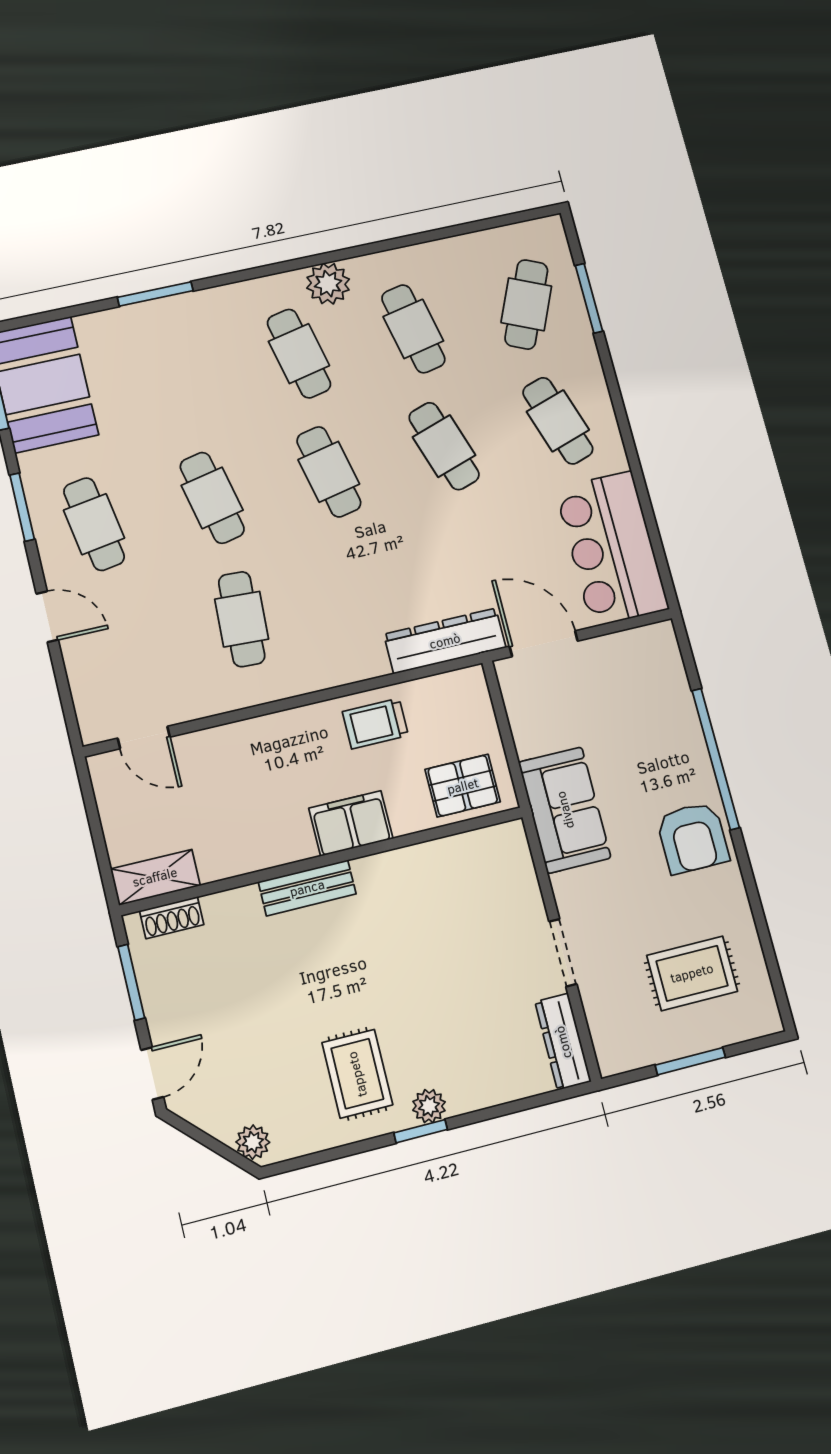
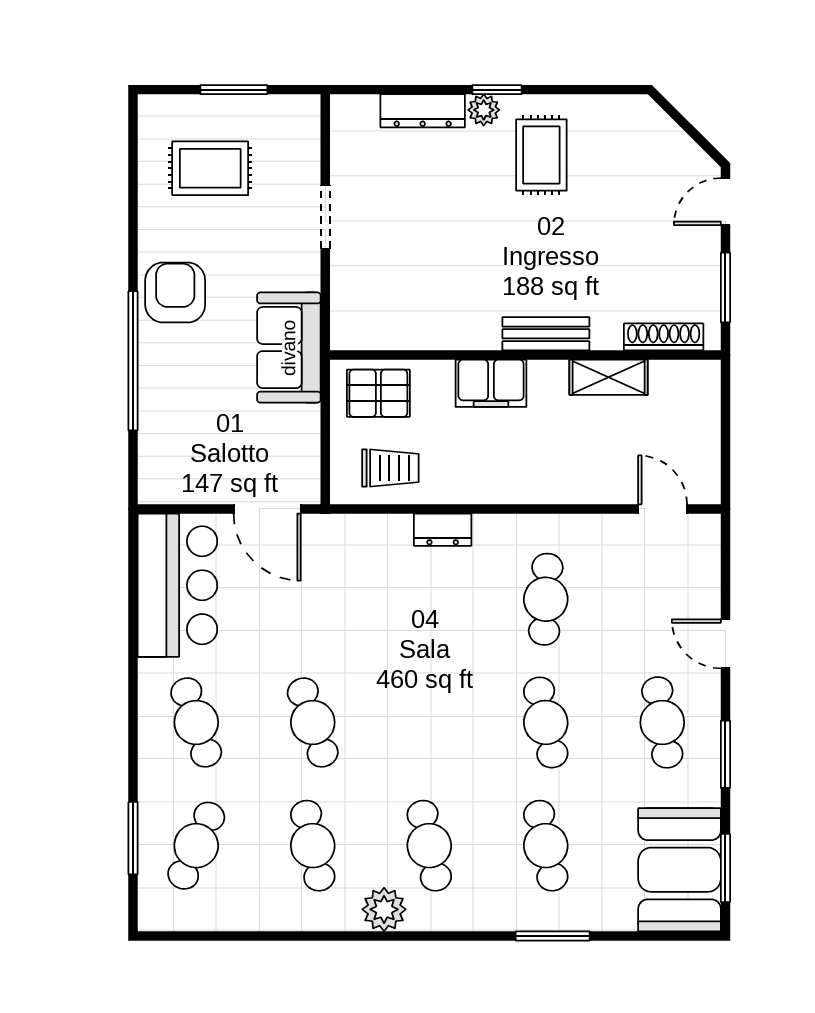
cafe table: (329, 472) -> (546, 846), moved
dresser: (445, 641) -> (443, 530), moved, width x0.51, depth x0.80
trolley: (375, 724) -> (390, 468), moved
shelving: (155, 877) -> (609, 377), moved
shoe rack: (172, 918) -> (664, 337), width x1.43
dresser: (563, 1042) -> (423, 111), moved, turned 90
plant: (253, 1142) -> (650, 118), removed

